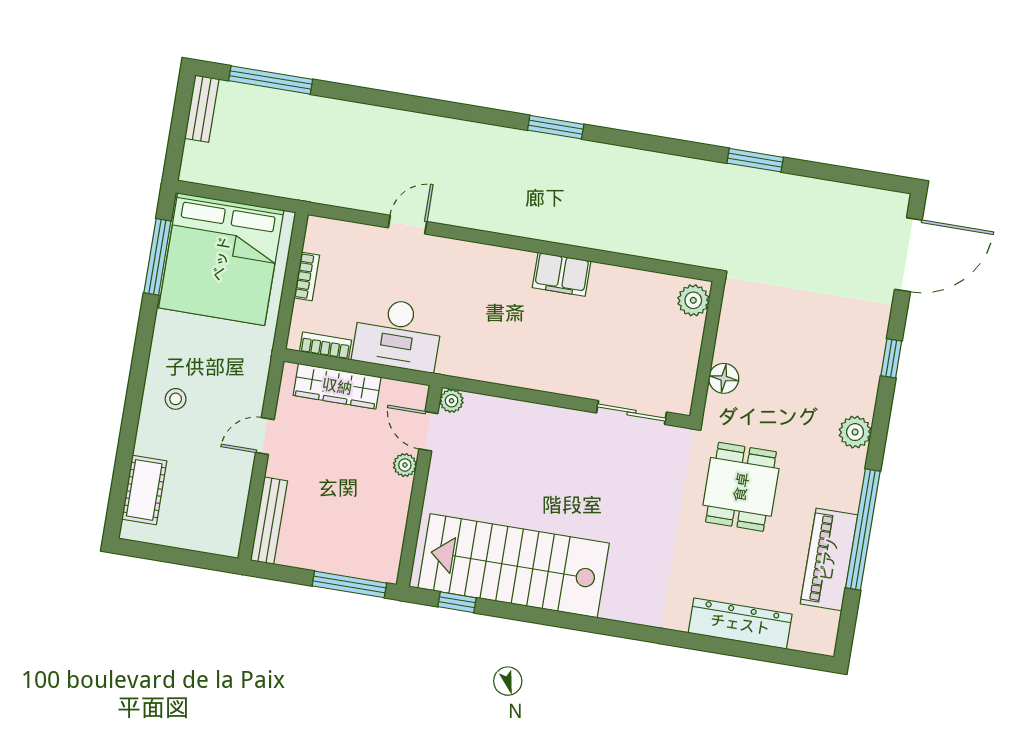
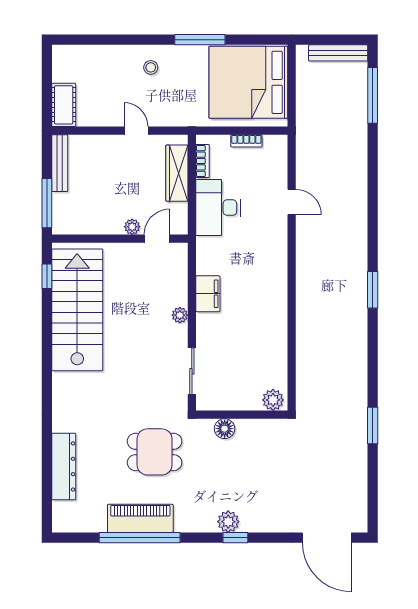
bench: (202, 109) -> (338, 53), width x1.36
window: (157, 257) -> (200, 40), moved
filing cabinet: (562, 274) -> (208, 294), moved, turned 180
window: (891, 358) -> (235, 538), moved
plant: (452, 401) -> (180, 315), moved
plant: (855, 432) -> (228, 522), moved
cot: (144, 490) -> (64, 105), moved, turned 90
bench: (269, 521) -> (60, 163), moved, turned 90
piano: (829, 559) -> (140, 518), moved

